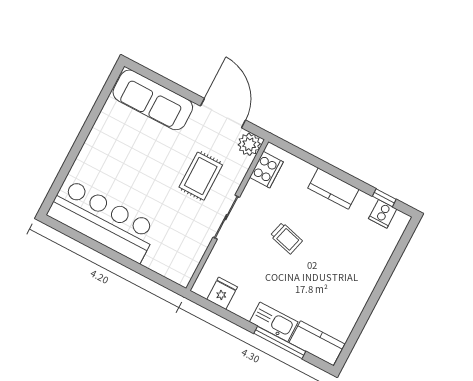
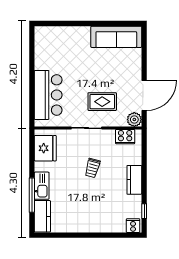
sofa: (153, 100) -> (116, 37), moved, turned -90
cooker: (383, 214) -> (133, 226), moved, turned 90
bar counter: (103, 221) -> (48, 95), moved, width x0.73
fridge: (222, 293) -> (45, 148), width x1.88, depth x1.34

